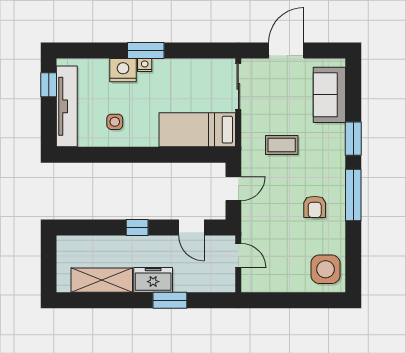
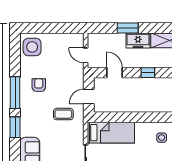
coffee table: (282, 145) -> (63, 114), moved

